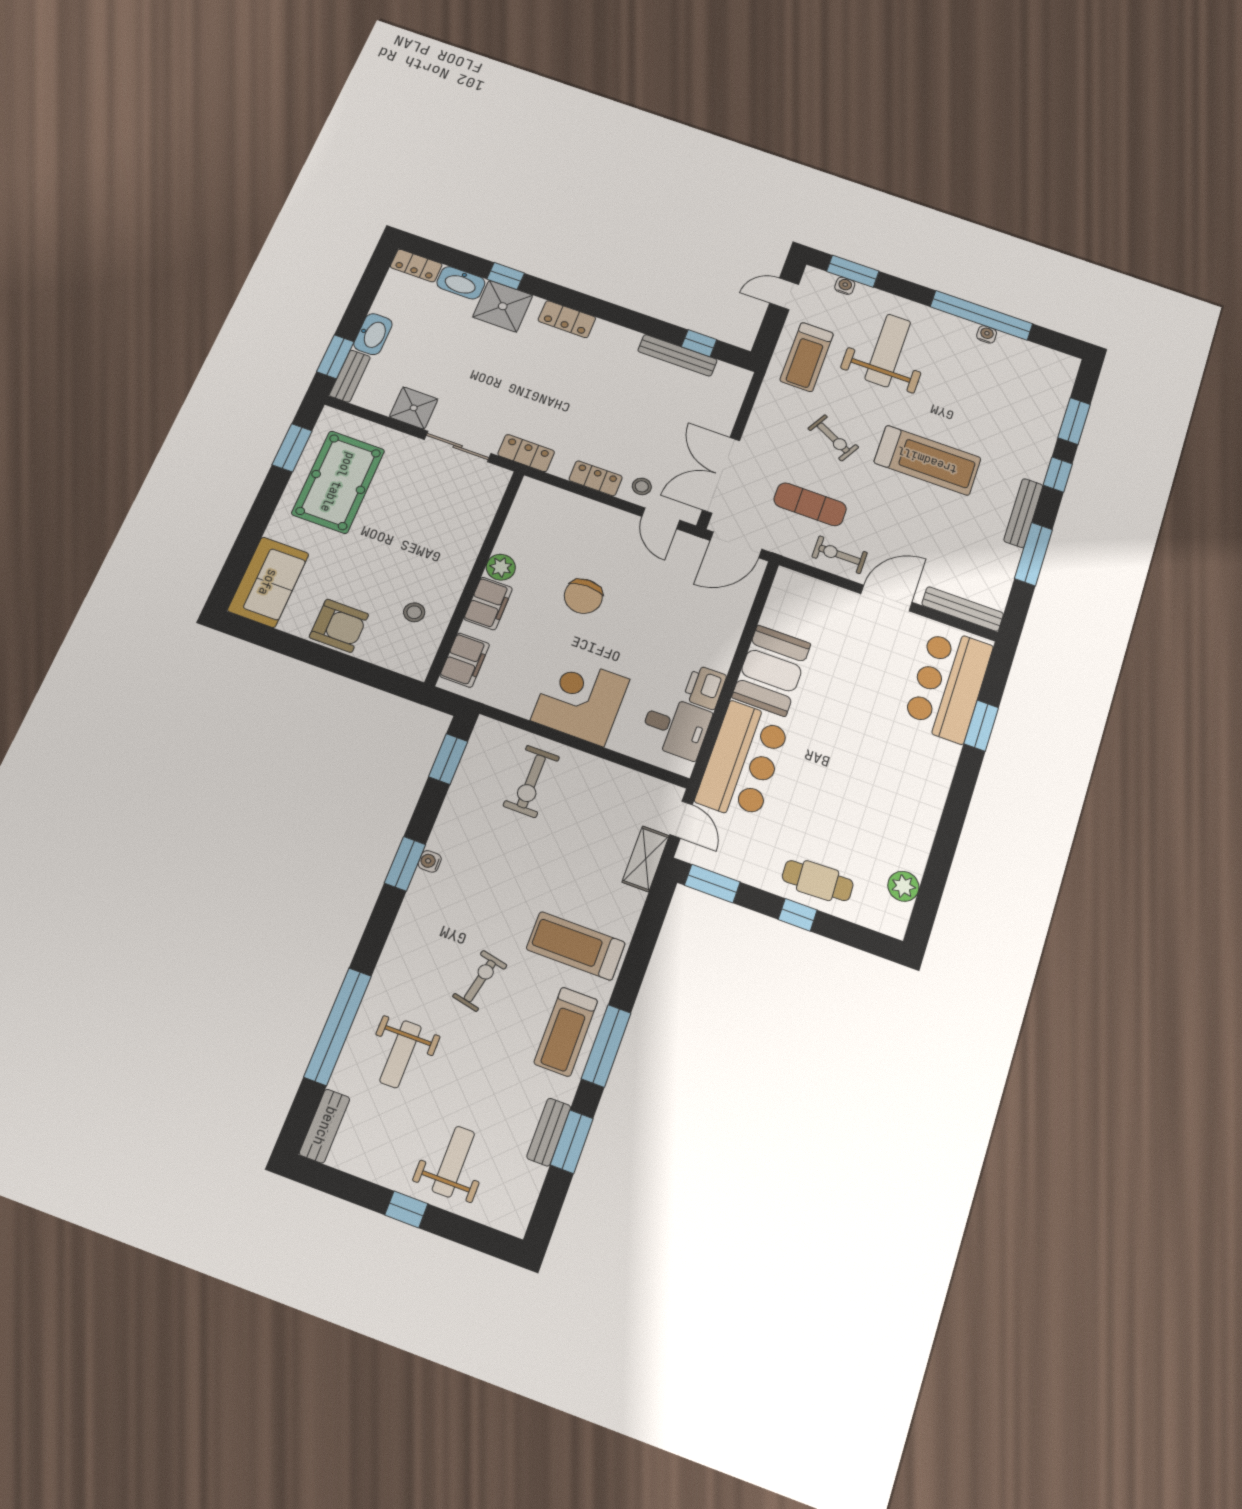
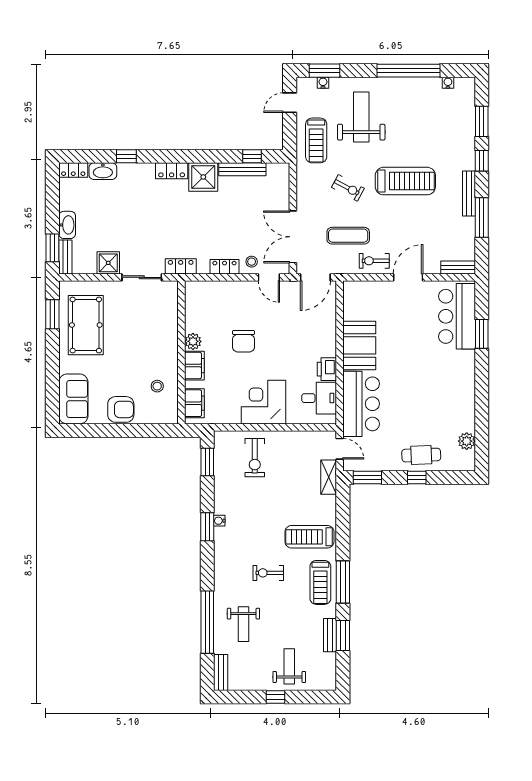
shower: (503, 306) -> (203, 177), moved
water cooler: (987, 334) -> (448, 83), moved
bench: (963, 609) -> (458, 268), width x0.73
exercise bike: (480, 981) -> (268, 573), turned -102

